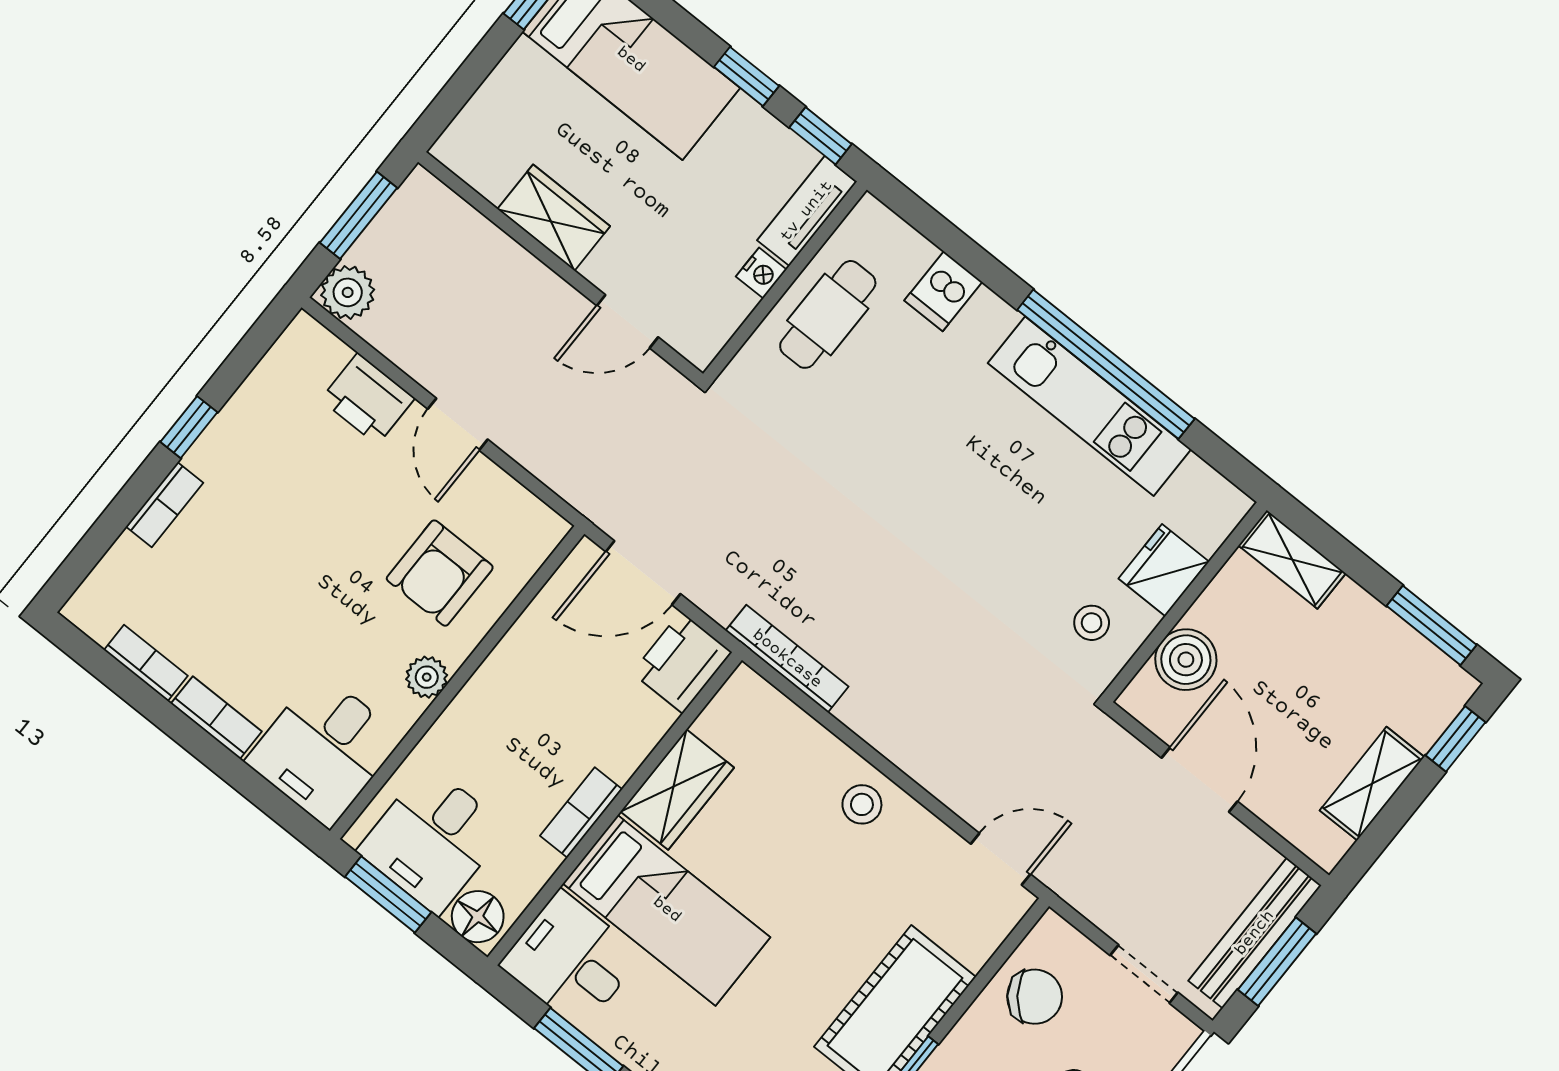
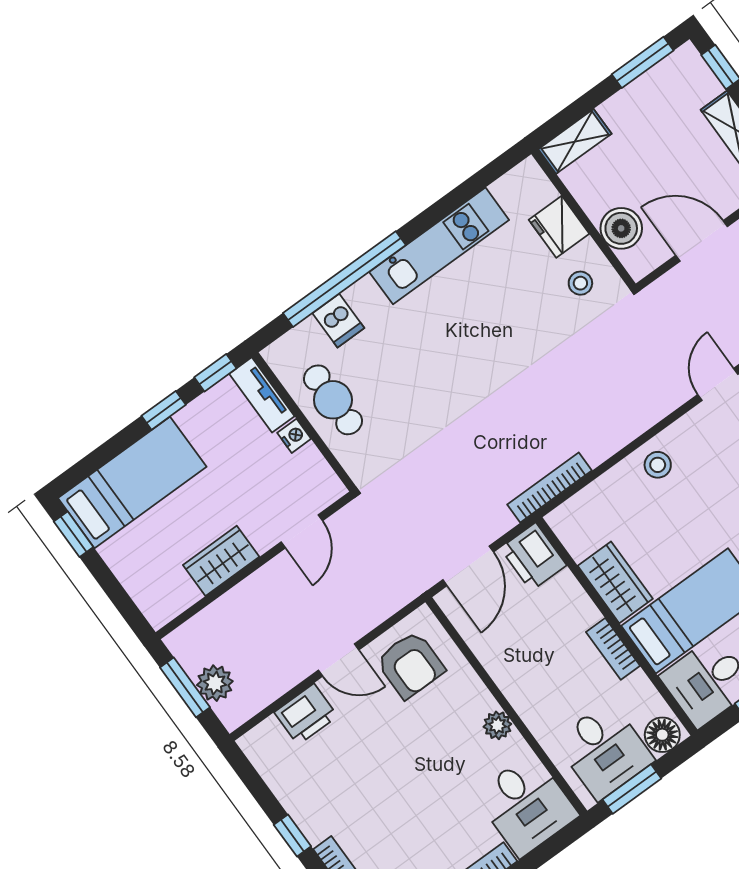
plant: (348, 292) -> (215, 683), moved
window: (1106, 364) -> (344, 279), moved
armchair: (440, 573) -> (410, 665), moved

